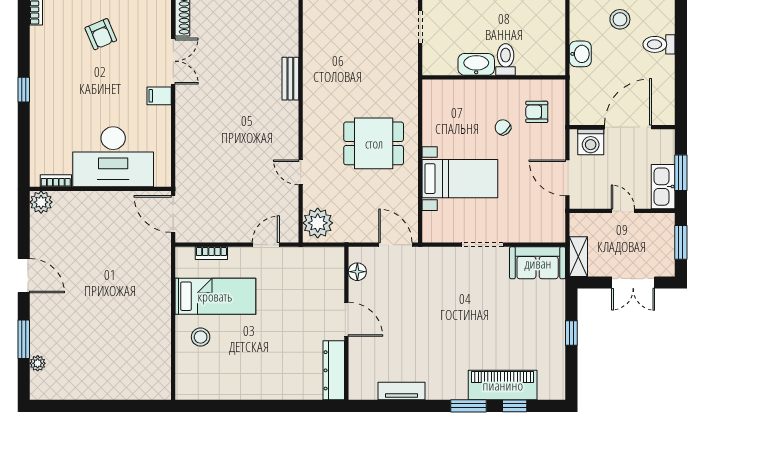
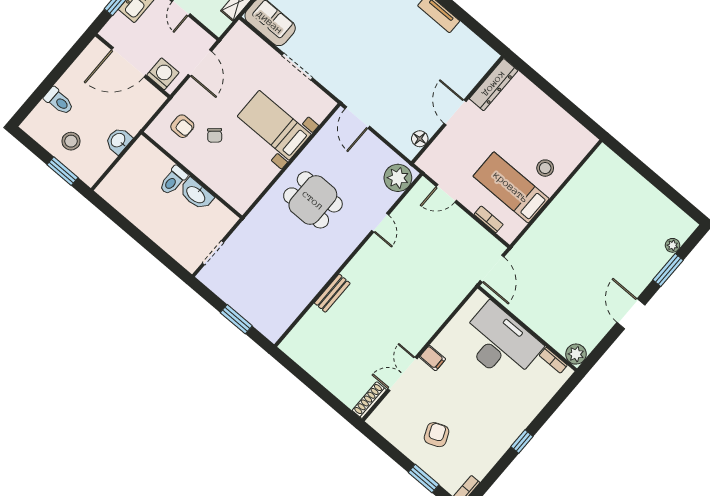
floor lamp: (357, 272) -> (420, 139), moved
door: (346, 319) -> (455, 112), moved
wall: (346, 323) -> (457, 110), moved
dresser: (334, 370) -> (494, 85), moved

